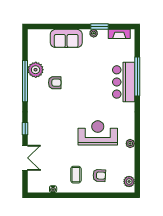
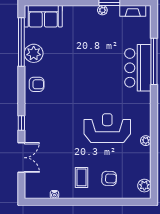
sofa: (66, 38) -> (43, 16), moved
window: (25, 81) -> (21, 42), moved
armchair: (55, 83) -> (37, 84), moved

